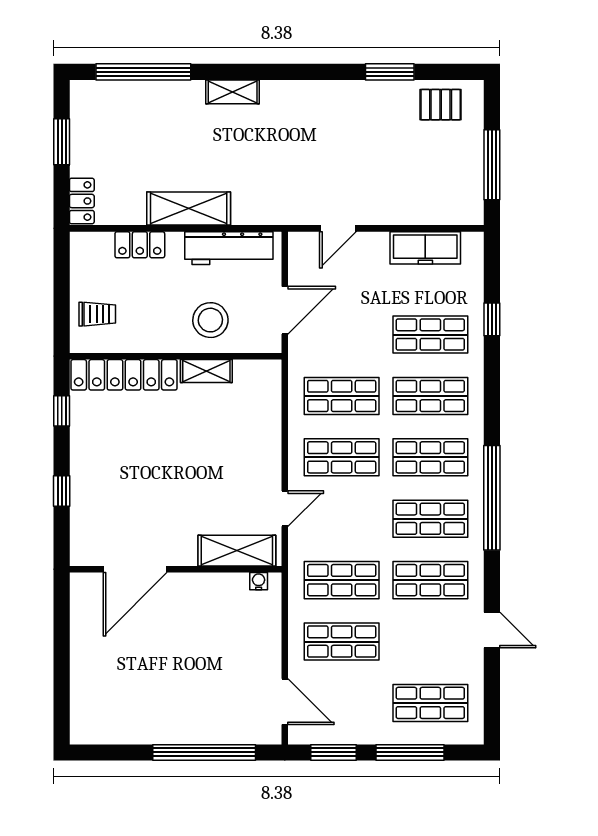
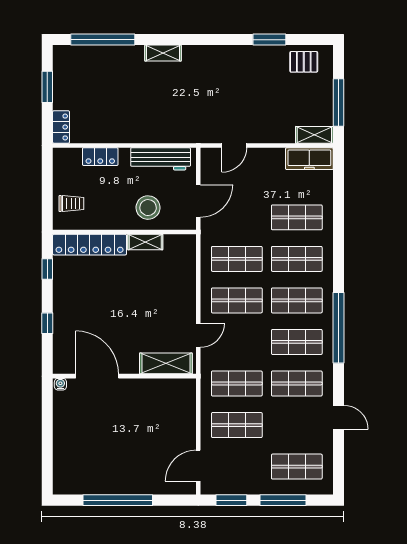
shelving: (189, 209) -> (314, 135), moved, width x0.67, depth x0.75
freezer: (425, 248) -> (309, 159), moved
window: (492, 319) -> (339, 207), removed
door: (135, 569) -> (97, 376), swing flipped
water cooler: (259, 581) -> (60, 384), moved
door: (285, 702) -> (198, 466), swing flipped
window: (204, 752) -> (118, 500), moved

